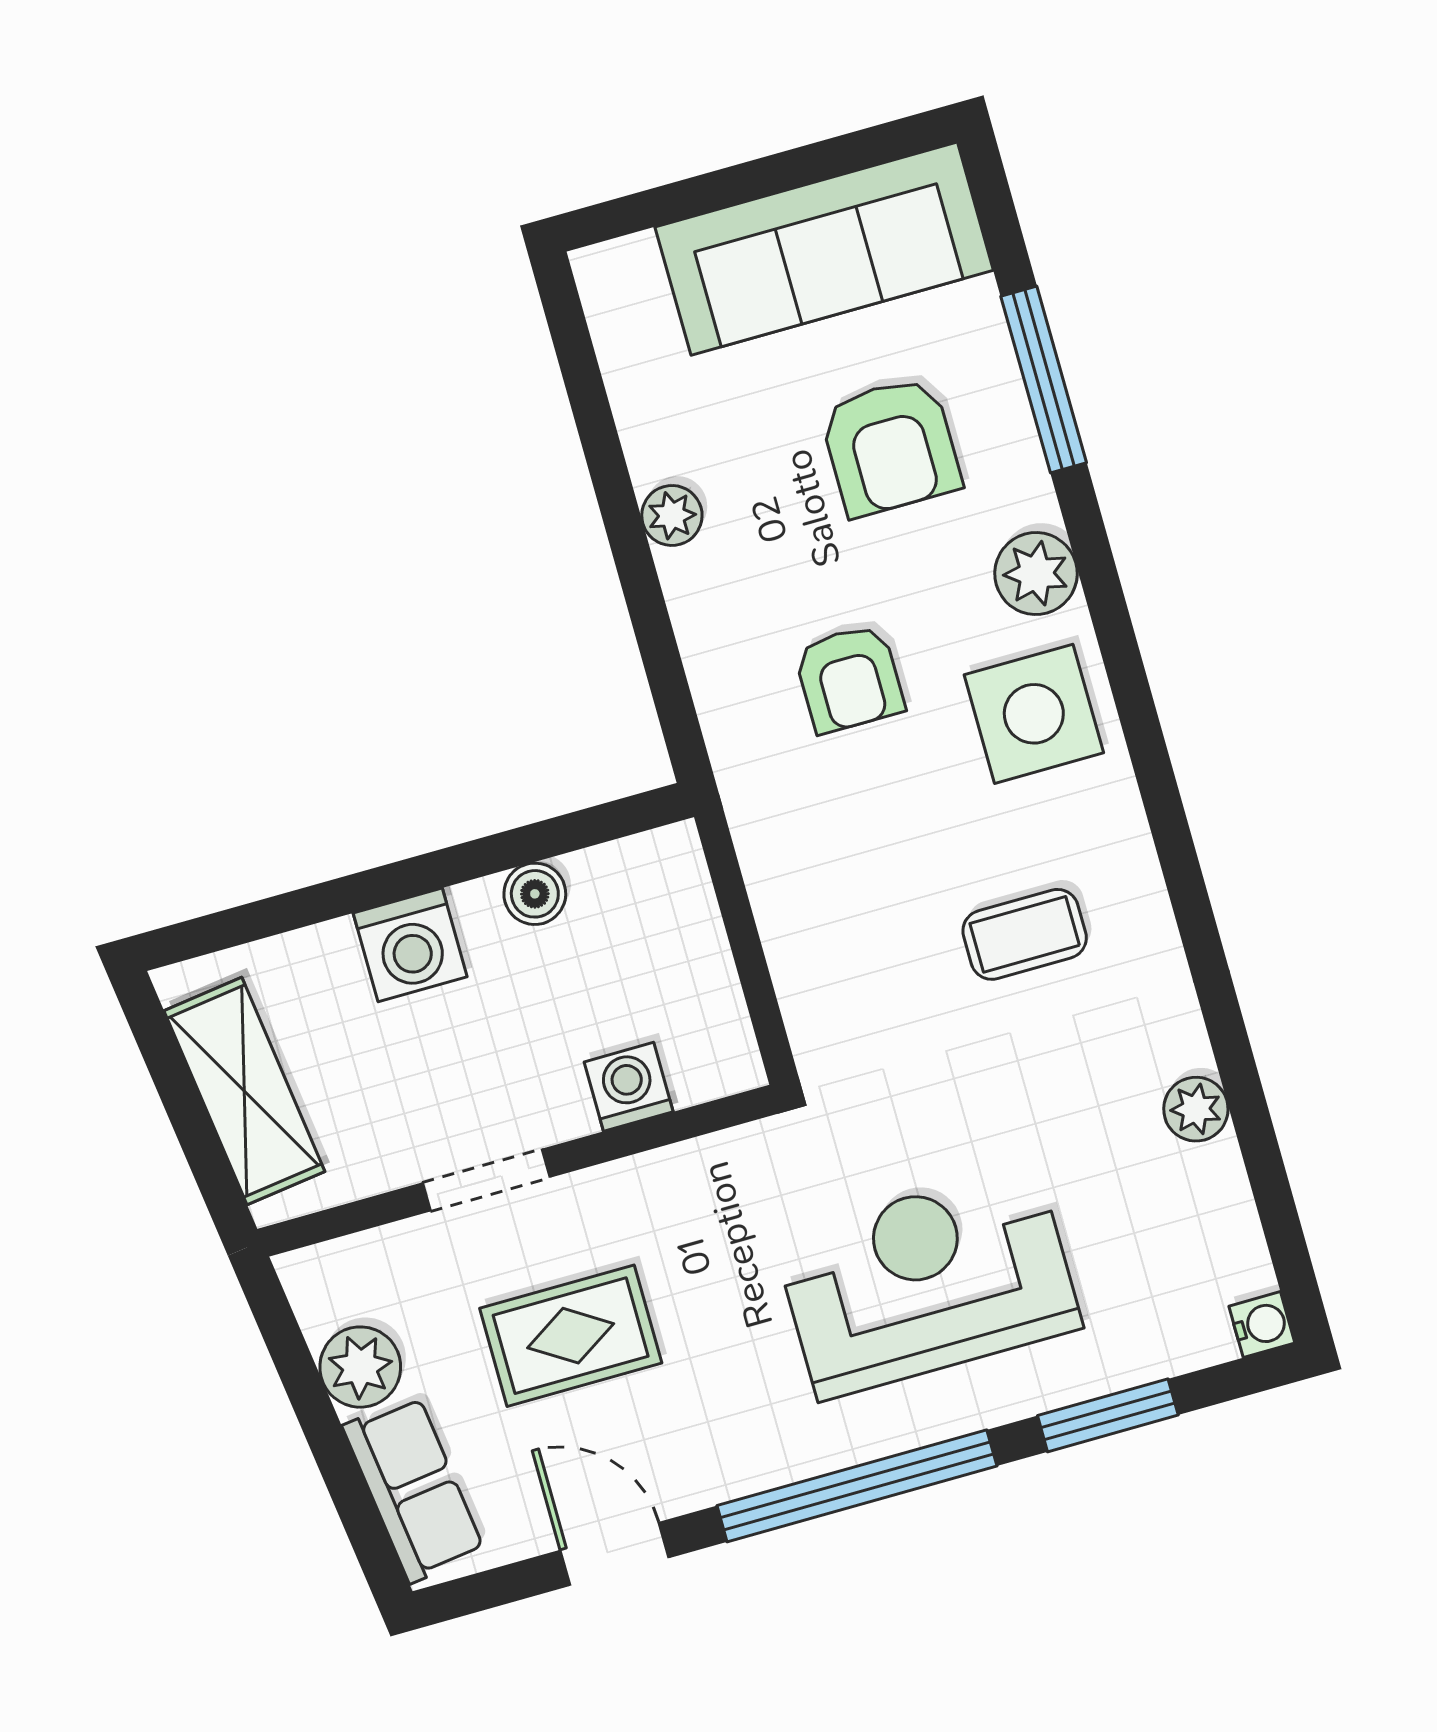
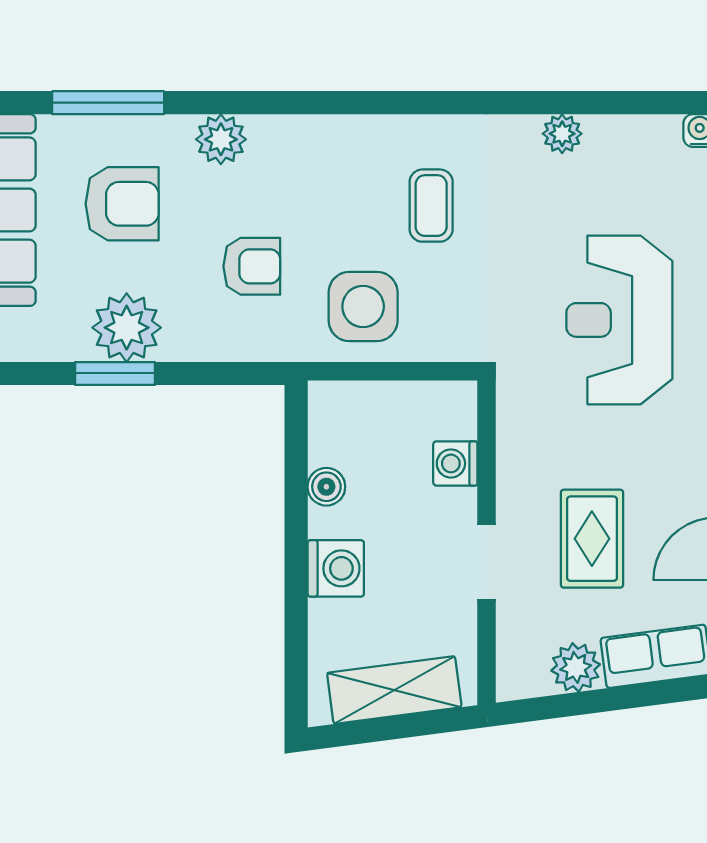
window: (620, 510) -> (115, 373), added
plant: (672, 515) -> (127, 328), width x1.88, depth x1.88
side table: (1034, 714) -> (363, 306), moved

